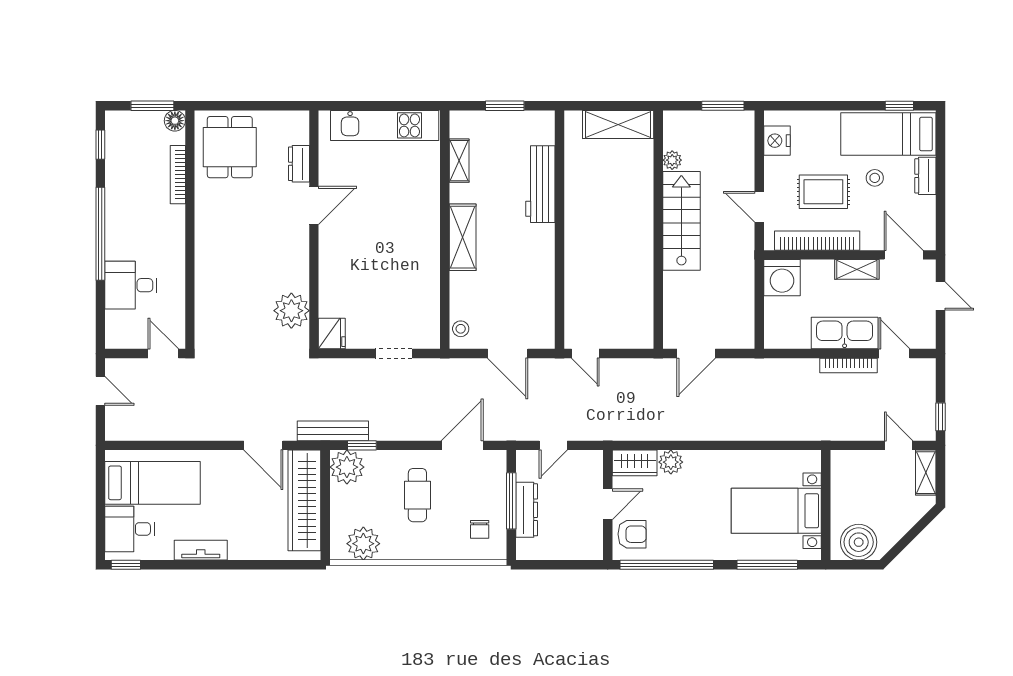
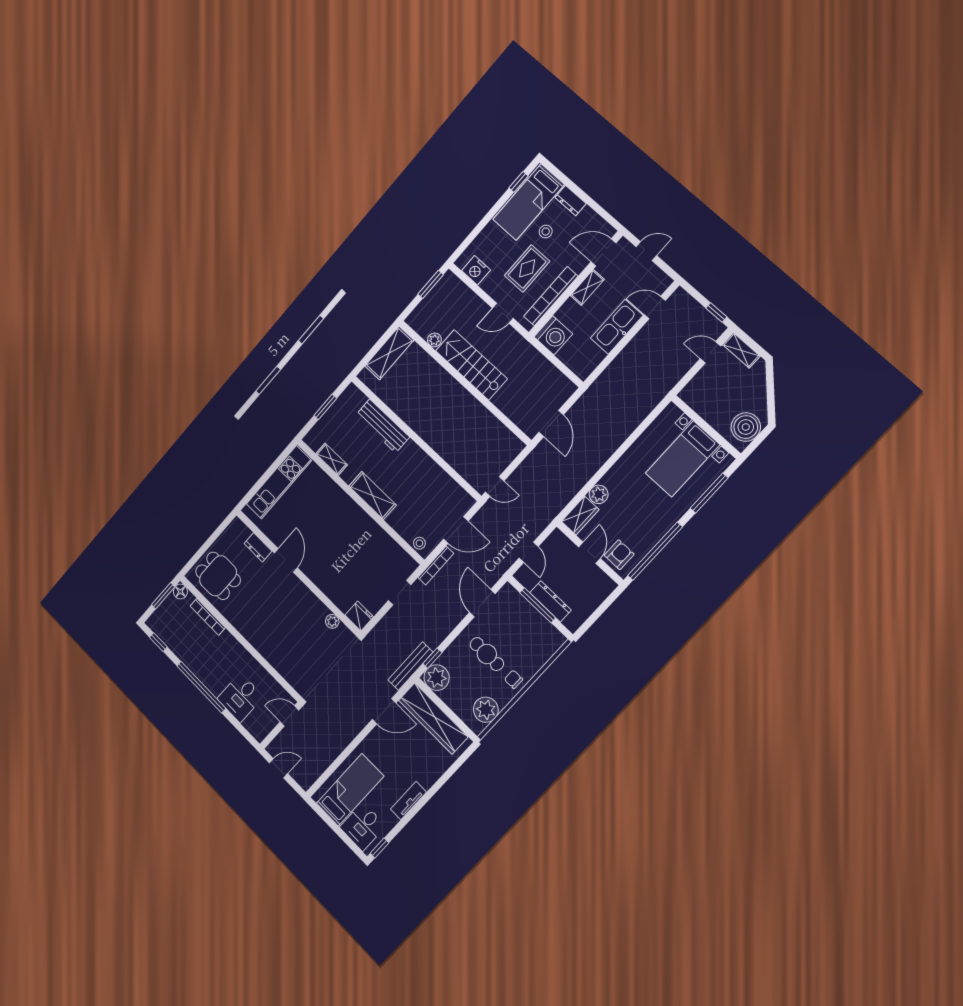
plant: (291, 311) -> (332, 621), width x0.53, depth x0.53
bookcase: (849, 366) -> (436, 566), moved
chair: (480, 529) -> (514, 679), moved, turned 180

